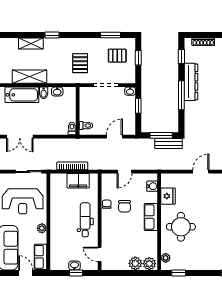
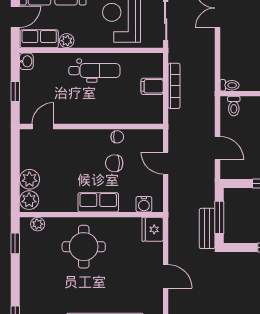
filing cabinet: (78, 181) -> (152, 86), width x0.50
fridge: (168, 196) -> (153, 229), moved, turned 90
dental chair: (85, 220) -> (94, 71), moved
plant: (42, 228) -> (67, 41), moved
washbasin: (74, 266) -> (26, 61), moved

